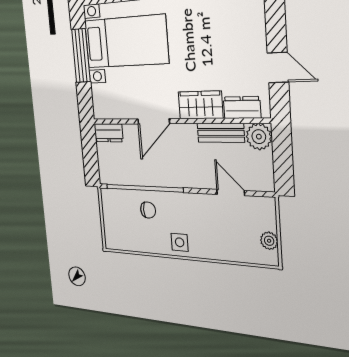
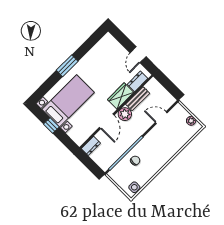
window: (81, 56) -> (51, 126), width x0.46
door: (278, 68) -> (138, 55), swing flipped
plant: (259, 137) -> (125, 114), moved
side table: (180, 242) -> (134, 187), moved

